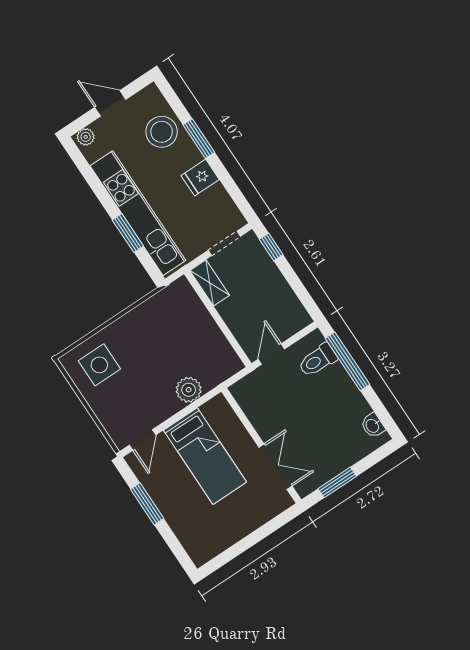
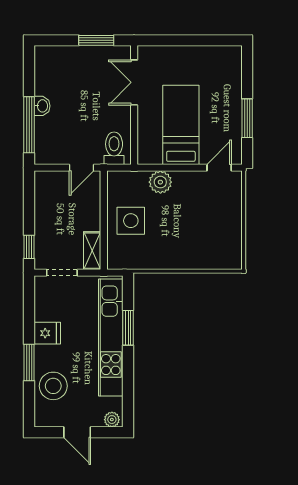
toilet: (318, 360) -> (114, 148), moved, turned -90
side table: (99, 365) -> (131, 221), moved
washbasin: (373, 426) -> (42, 106), moved

